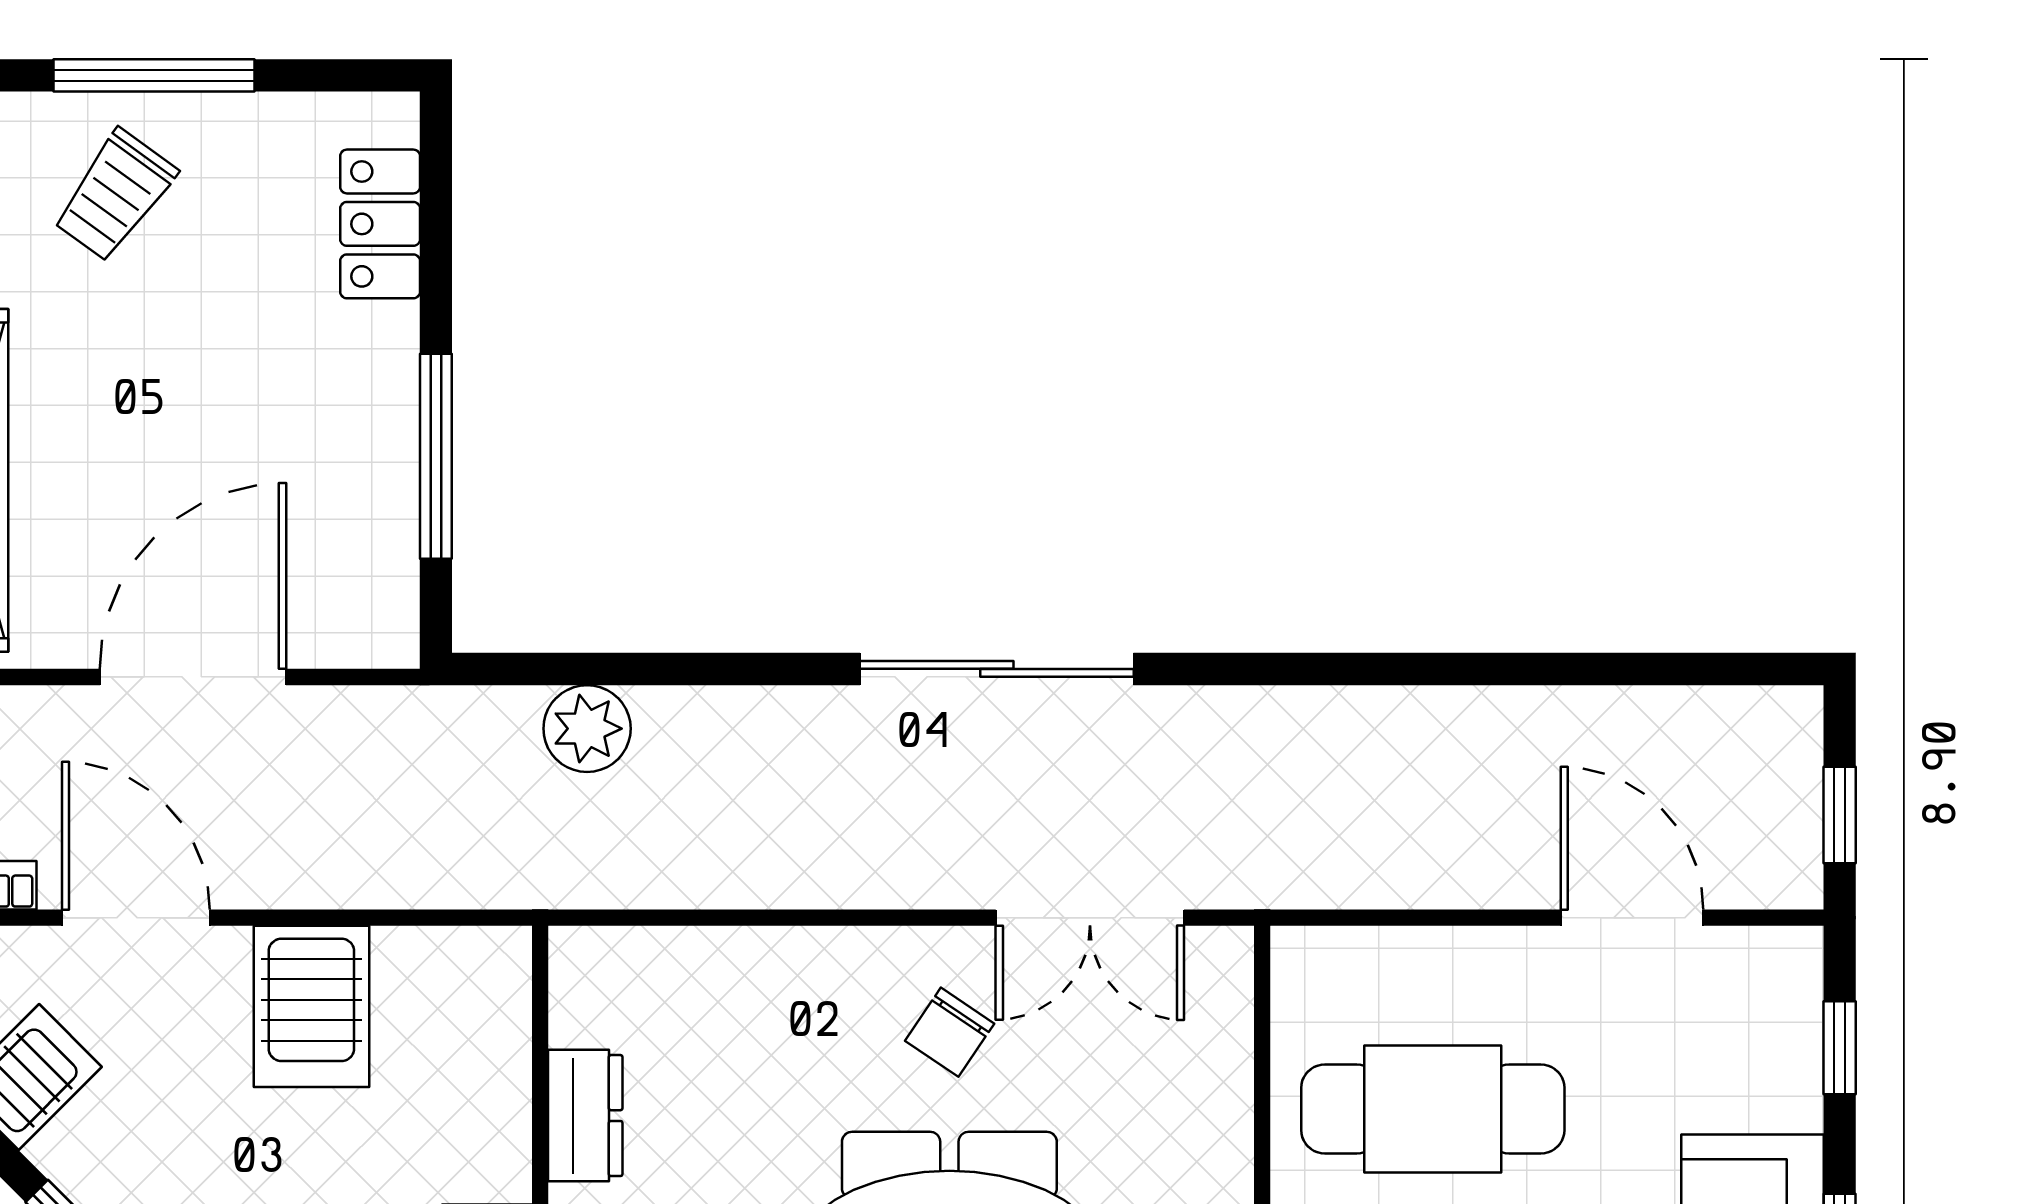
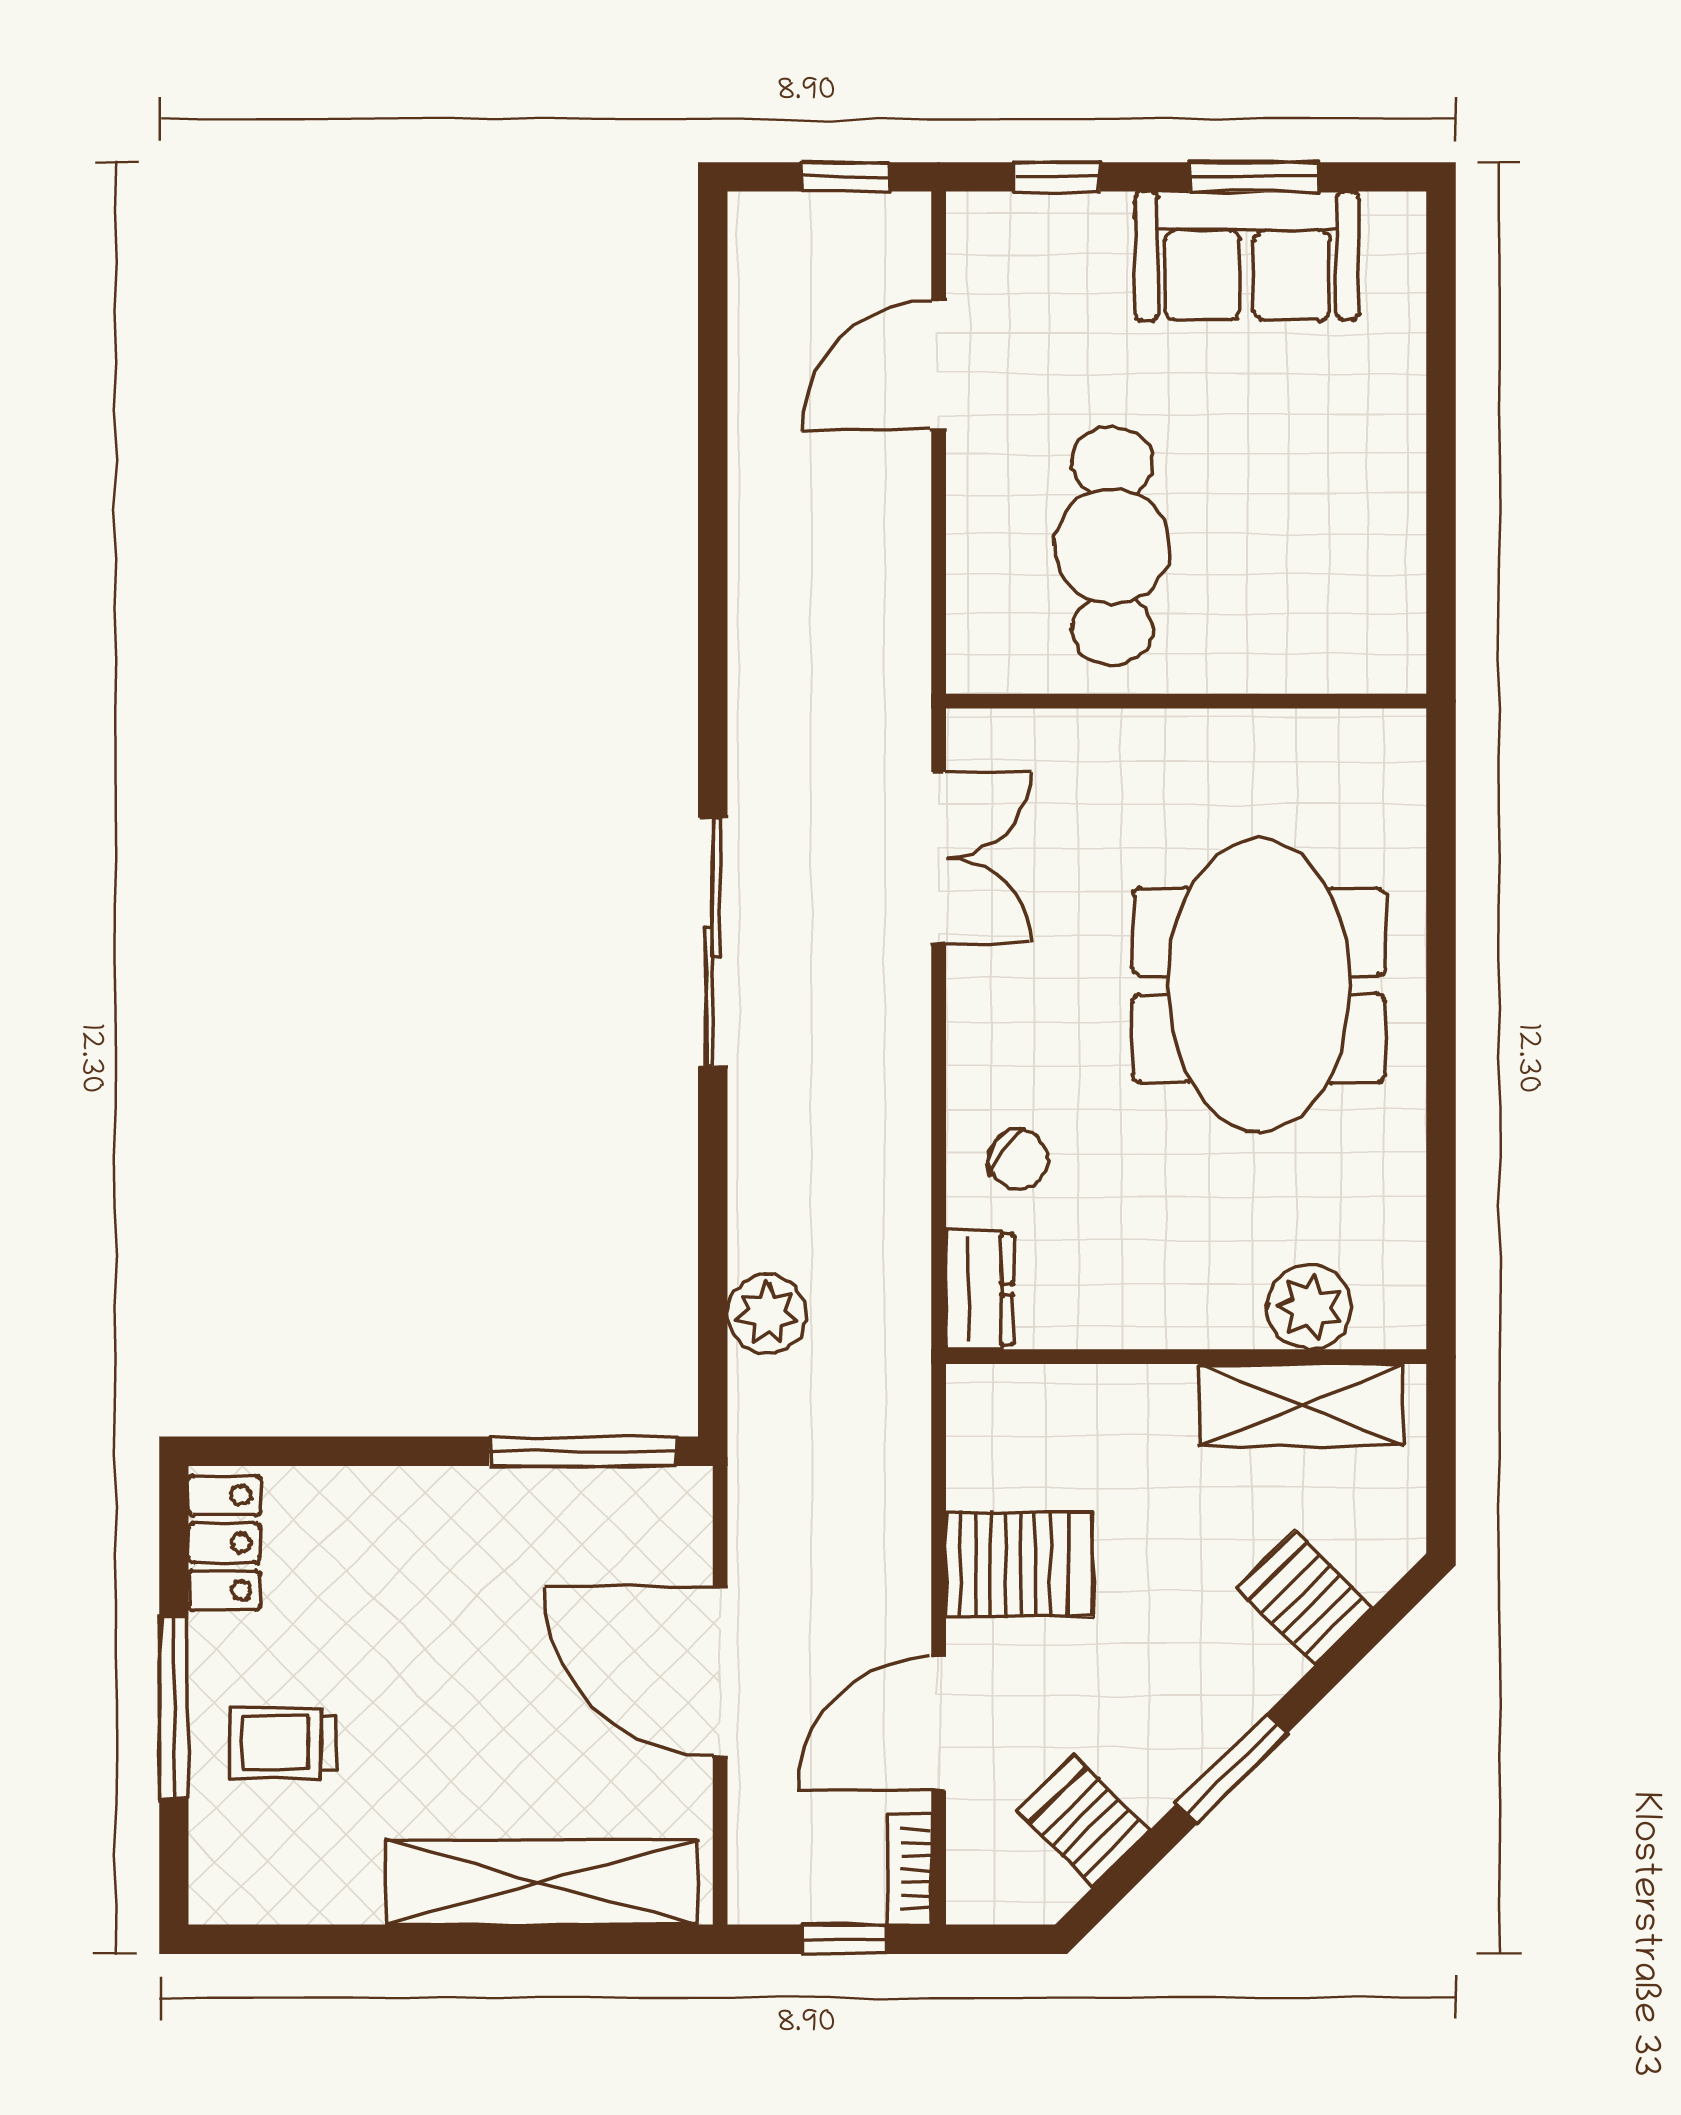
trolley: (115, 195) -> (283, 1743), turned 144
locker: (380, 224) -> (225, 1543), moved, turned -90
window: (436, 456) -> (582, 1451), moved
chair: (950, 1032) -> (1018, 1159), moved
dresser: (585, 1116) -> (979, 1290), moved, turned 90

